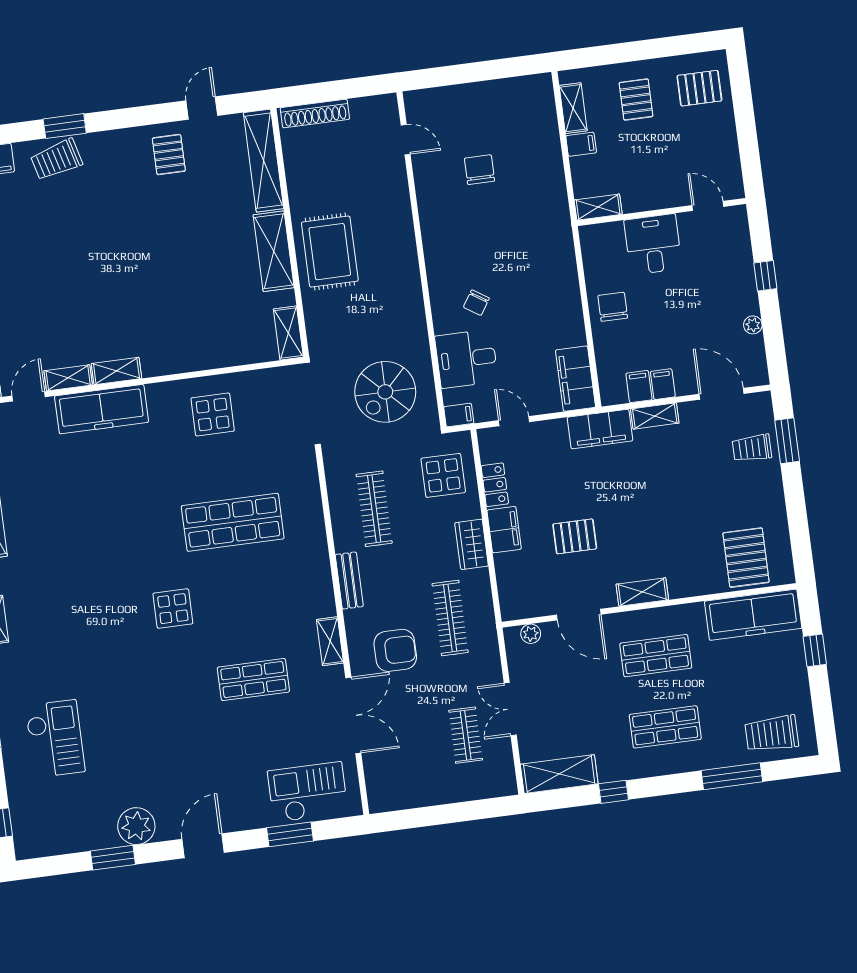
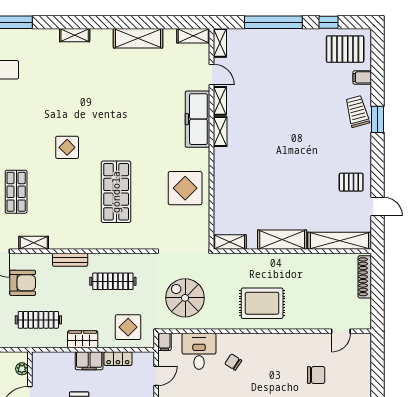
rug: (330, 252) -> (262, 303), moved
display table: (213, 414) -> (185, 188), width x1.36, depth x1.36
armchair: (395, 650) -> (23, 283), turned -90

